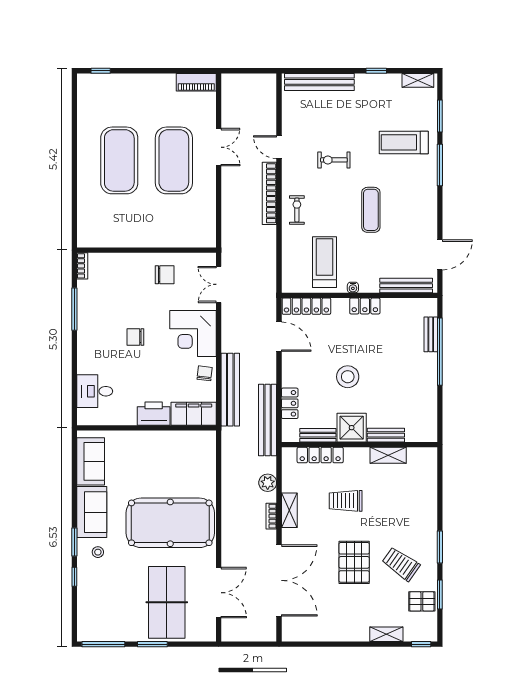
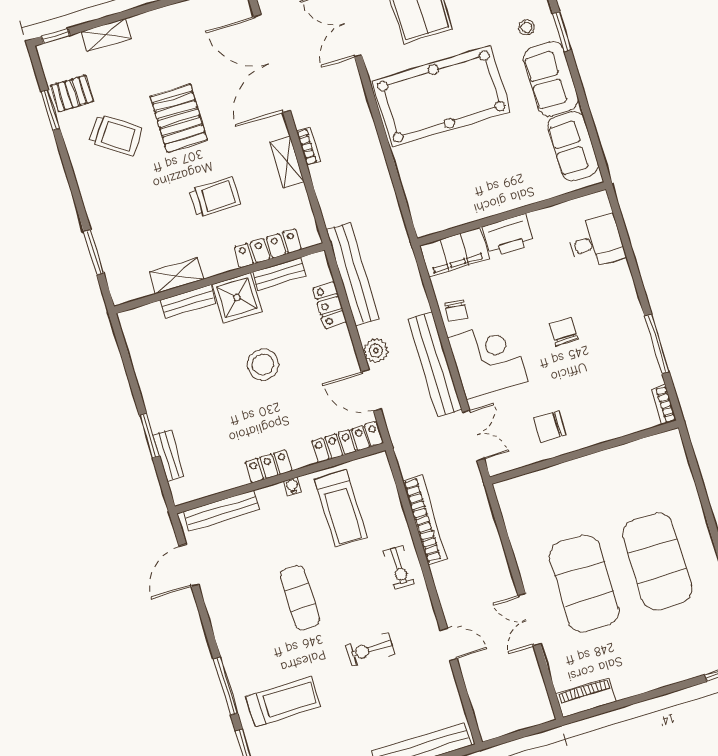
exercise bike: (334, 160) -> (370, 649), turned 180
bookcase: (269, 193) -> (425, 520), moved
chair: (135, 337) -> (564, 331), turned -90
window: (440, 352) -> (149, 436), width x0.47
bench: (230, 390) -> (435, 364), moved
plant: (268, 483) -> (376, 351), moved
window: (440, 547) -> (94, 252), moved

